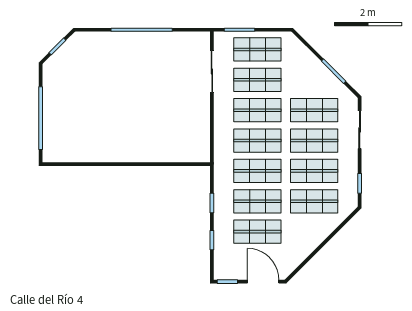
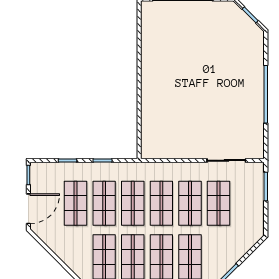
shop shelf: (257, 49) -> (247, 203), removed

